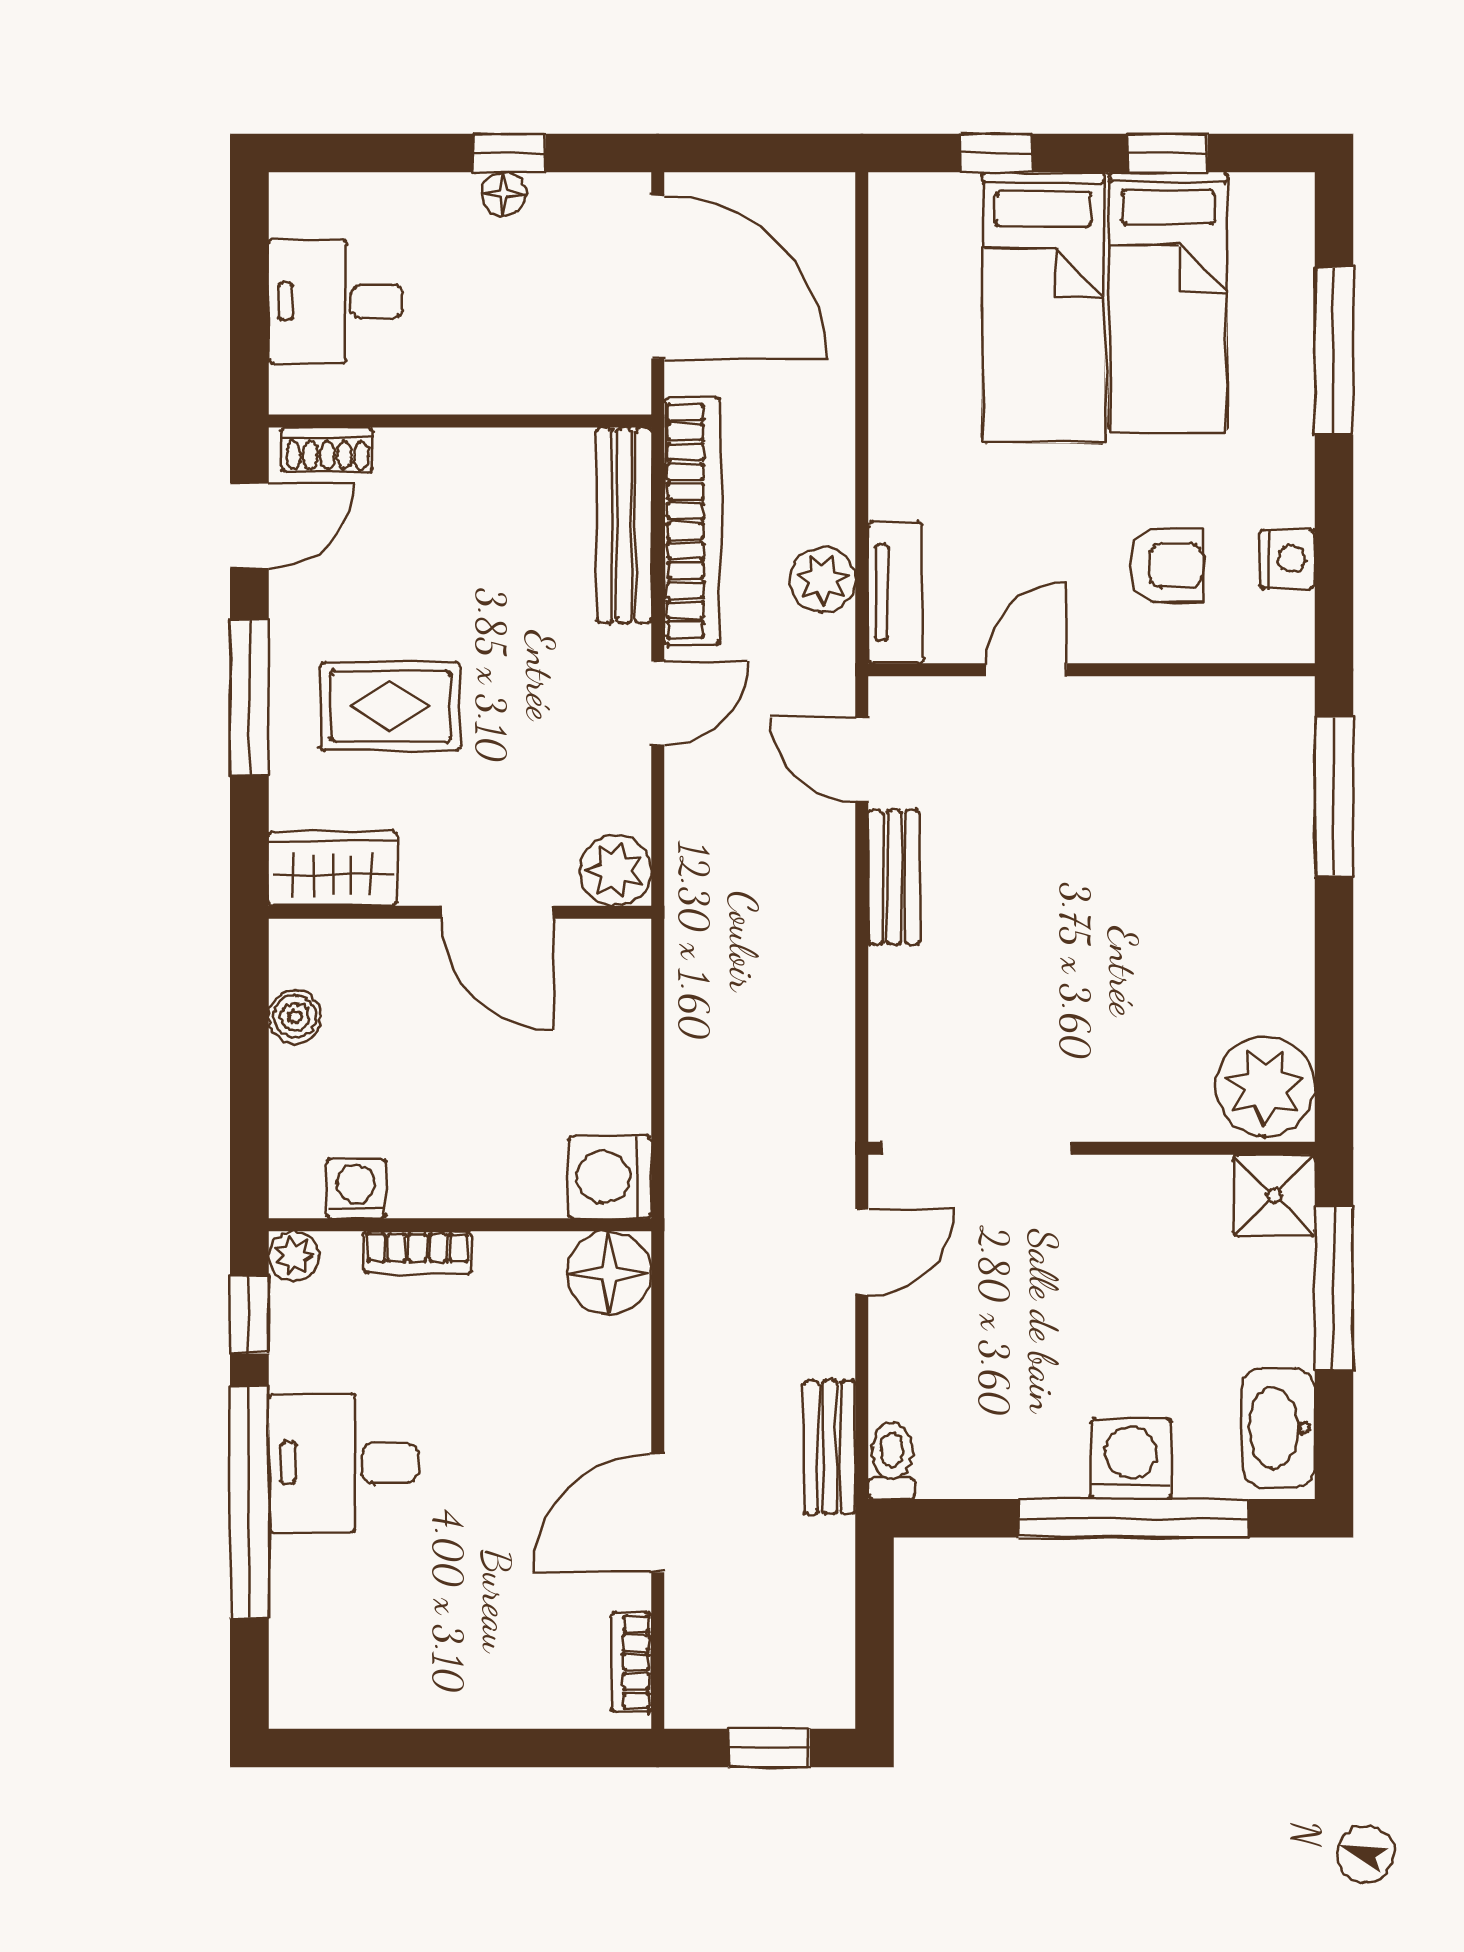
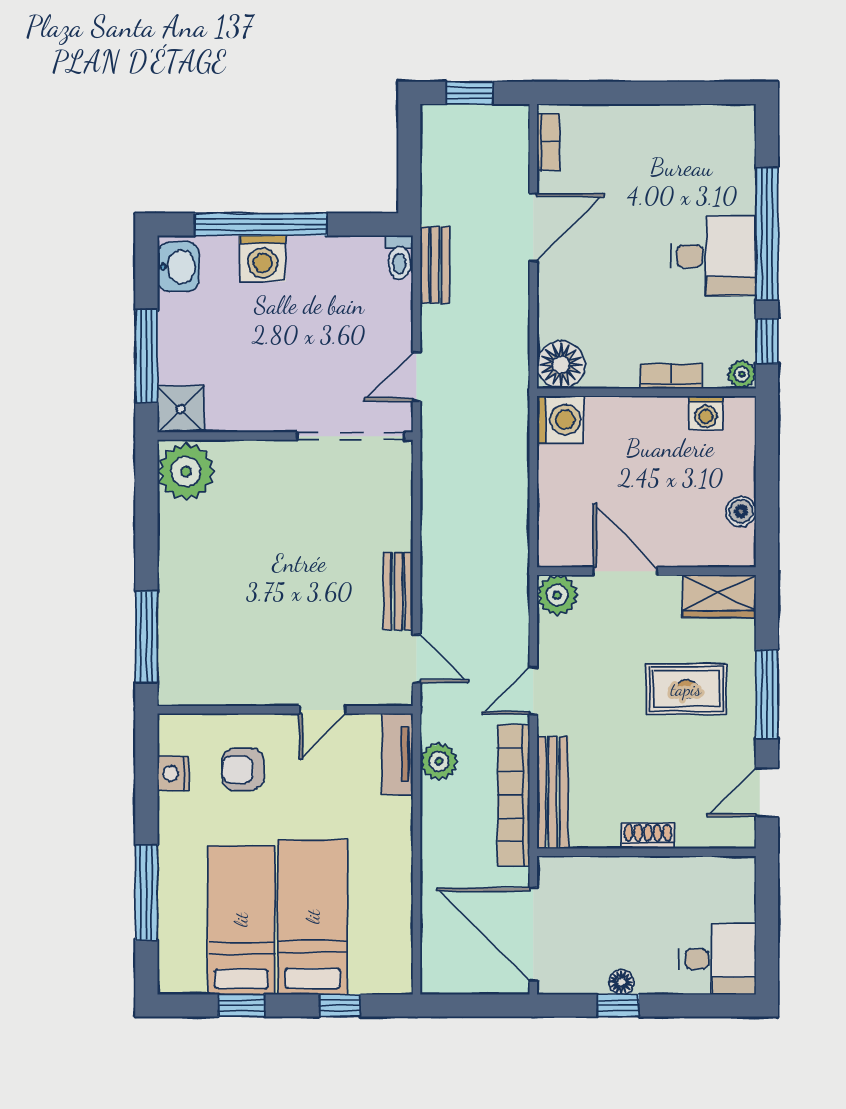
desk: (335, 301) -> (718, 959), moved
shoe rack: (327, 450) -> (648, 836), moved
washbasin: (1278, 1428) -> (178, 267), width x0.72

